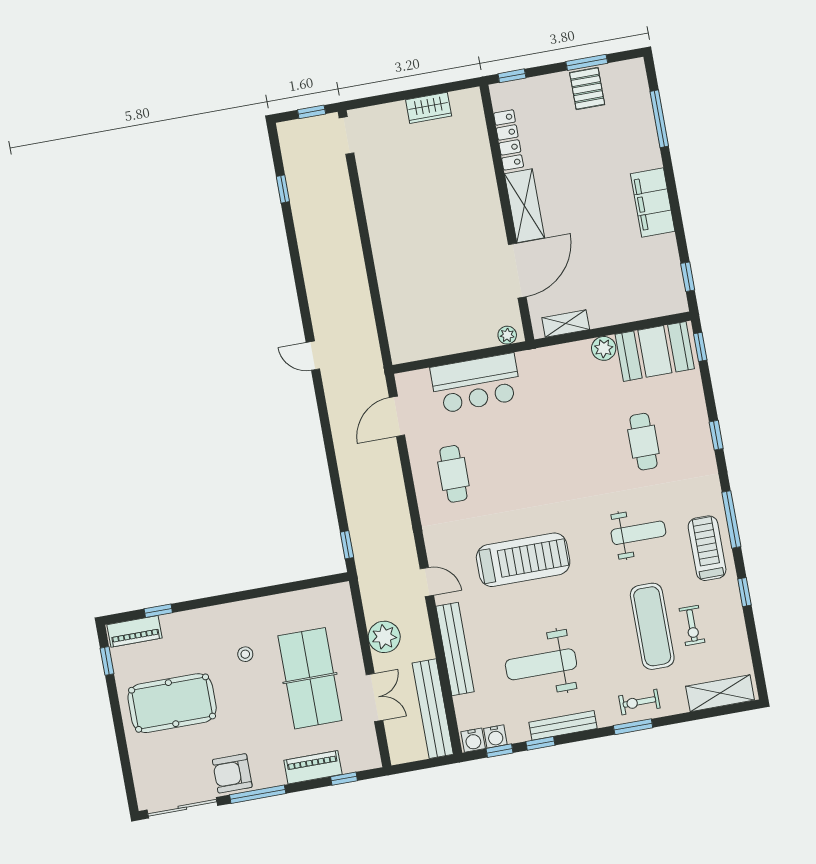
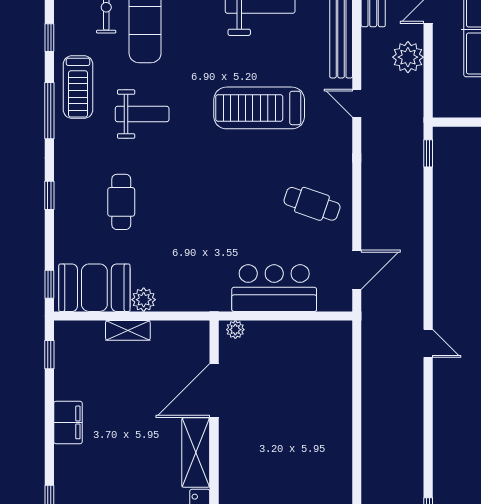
filing cabinet: (653, 203) -> (68, 422), width x0.67, depth x0.86
shelving: (566, 324) -> (128, 330), moved
cafe table: (453, 474) -> (312, 204), turned -71
weight bench: (638, 533) -> (142, 114), turned 180

